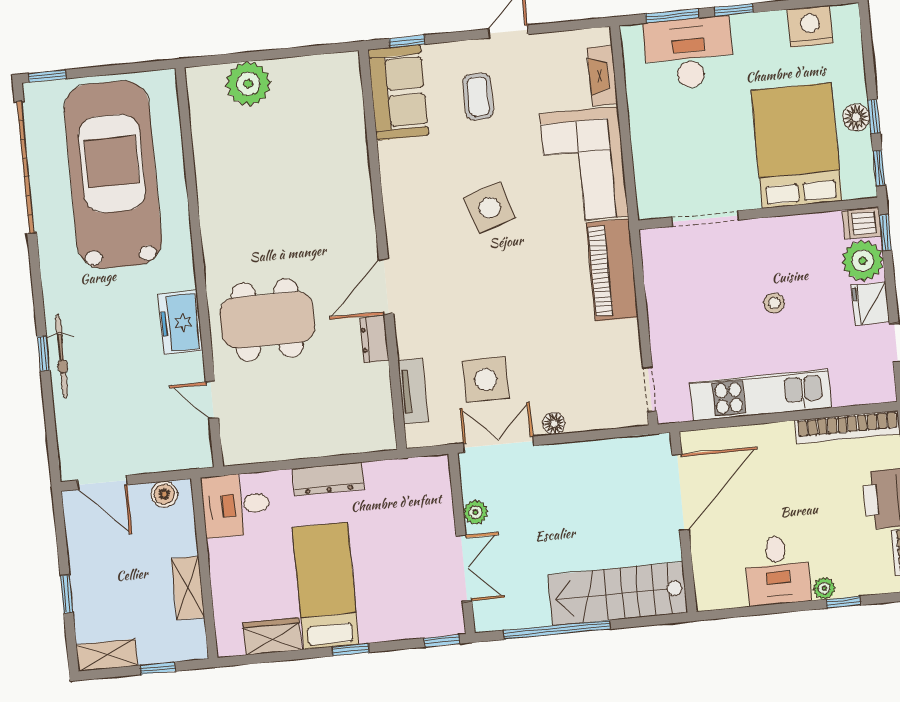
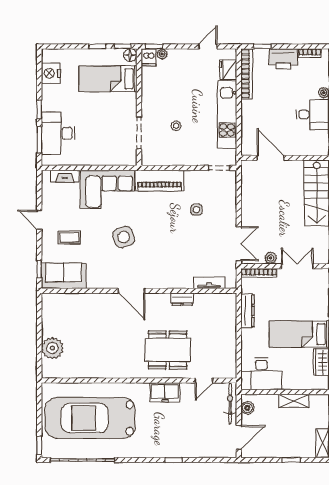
floor lamp: (856, 117) -> (130, 55), moved
bed: (797, 146) -> (108, 79), width x0.67
plant: (863, 261) -> (162, 54), width x0.53, depth x0.53
door: (386, 287) -> (132, 291), moved
stool: (774, 303) -> (176, 126), moved
fridge: (870, 304) -> (228, 70), moved, turned 90
dining table: (267, 320) -> (168, 350), turned 90
bicycle: (62, 356) -> (230, 403), moved, turned -90
side table: (486, 379) -> (196, 210), moved, width x0.54, depth x0.54
floor lamp: (554, 423) -> (231, 216), removed
double door: (498, 444) -> (239, 244), swing flipped
dresser: (328, 479) -> (248, 311), moved
bookcase: (443, 492) -> (259, 273), added
door: (680, 492) -> (270, 158), width x0.73
desk: (236, 505) -> (261, 374), width x1.37

